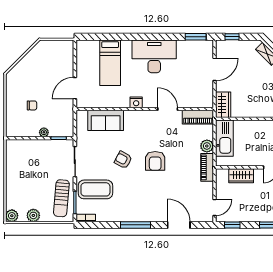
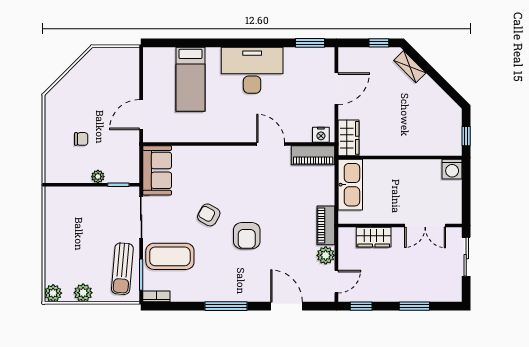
window: (232, 37) -> (379, 43), moved
nightstand: (136, 102) -> (321, 135), moved
sofa: (106, 120) -> (157, 170), moved, turned -90
plant: (207, 146) -> (326, 255), moved
armchair: (155, 161) -> (247, 236), moved

